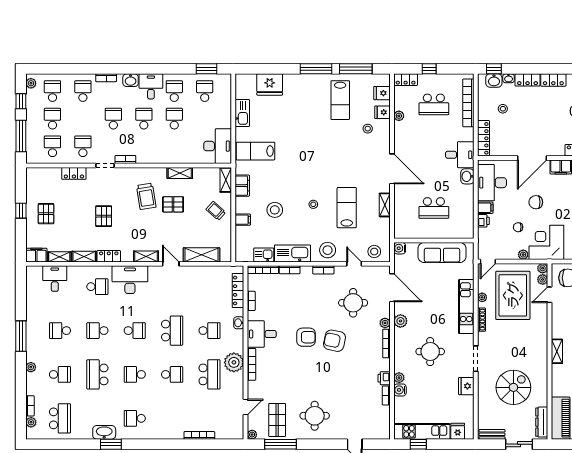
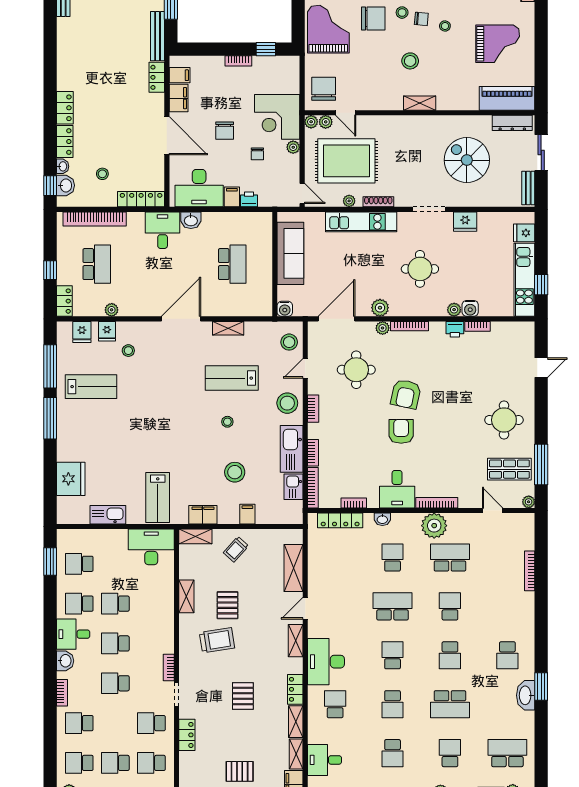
pallet: (104, 216) -> (243, 696), turned 90

